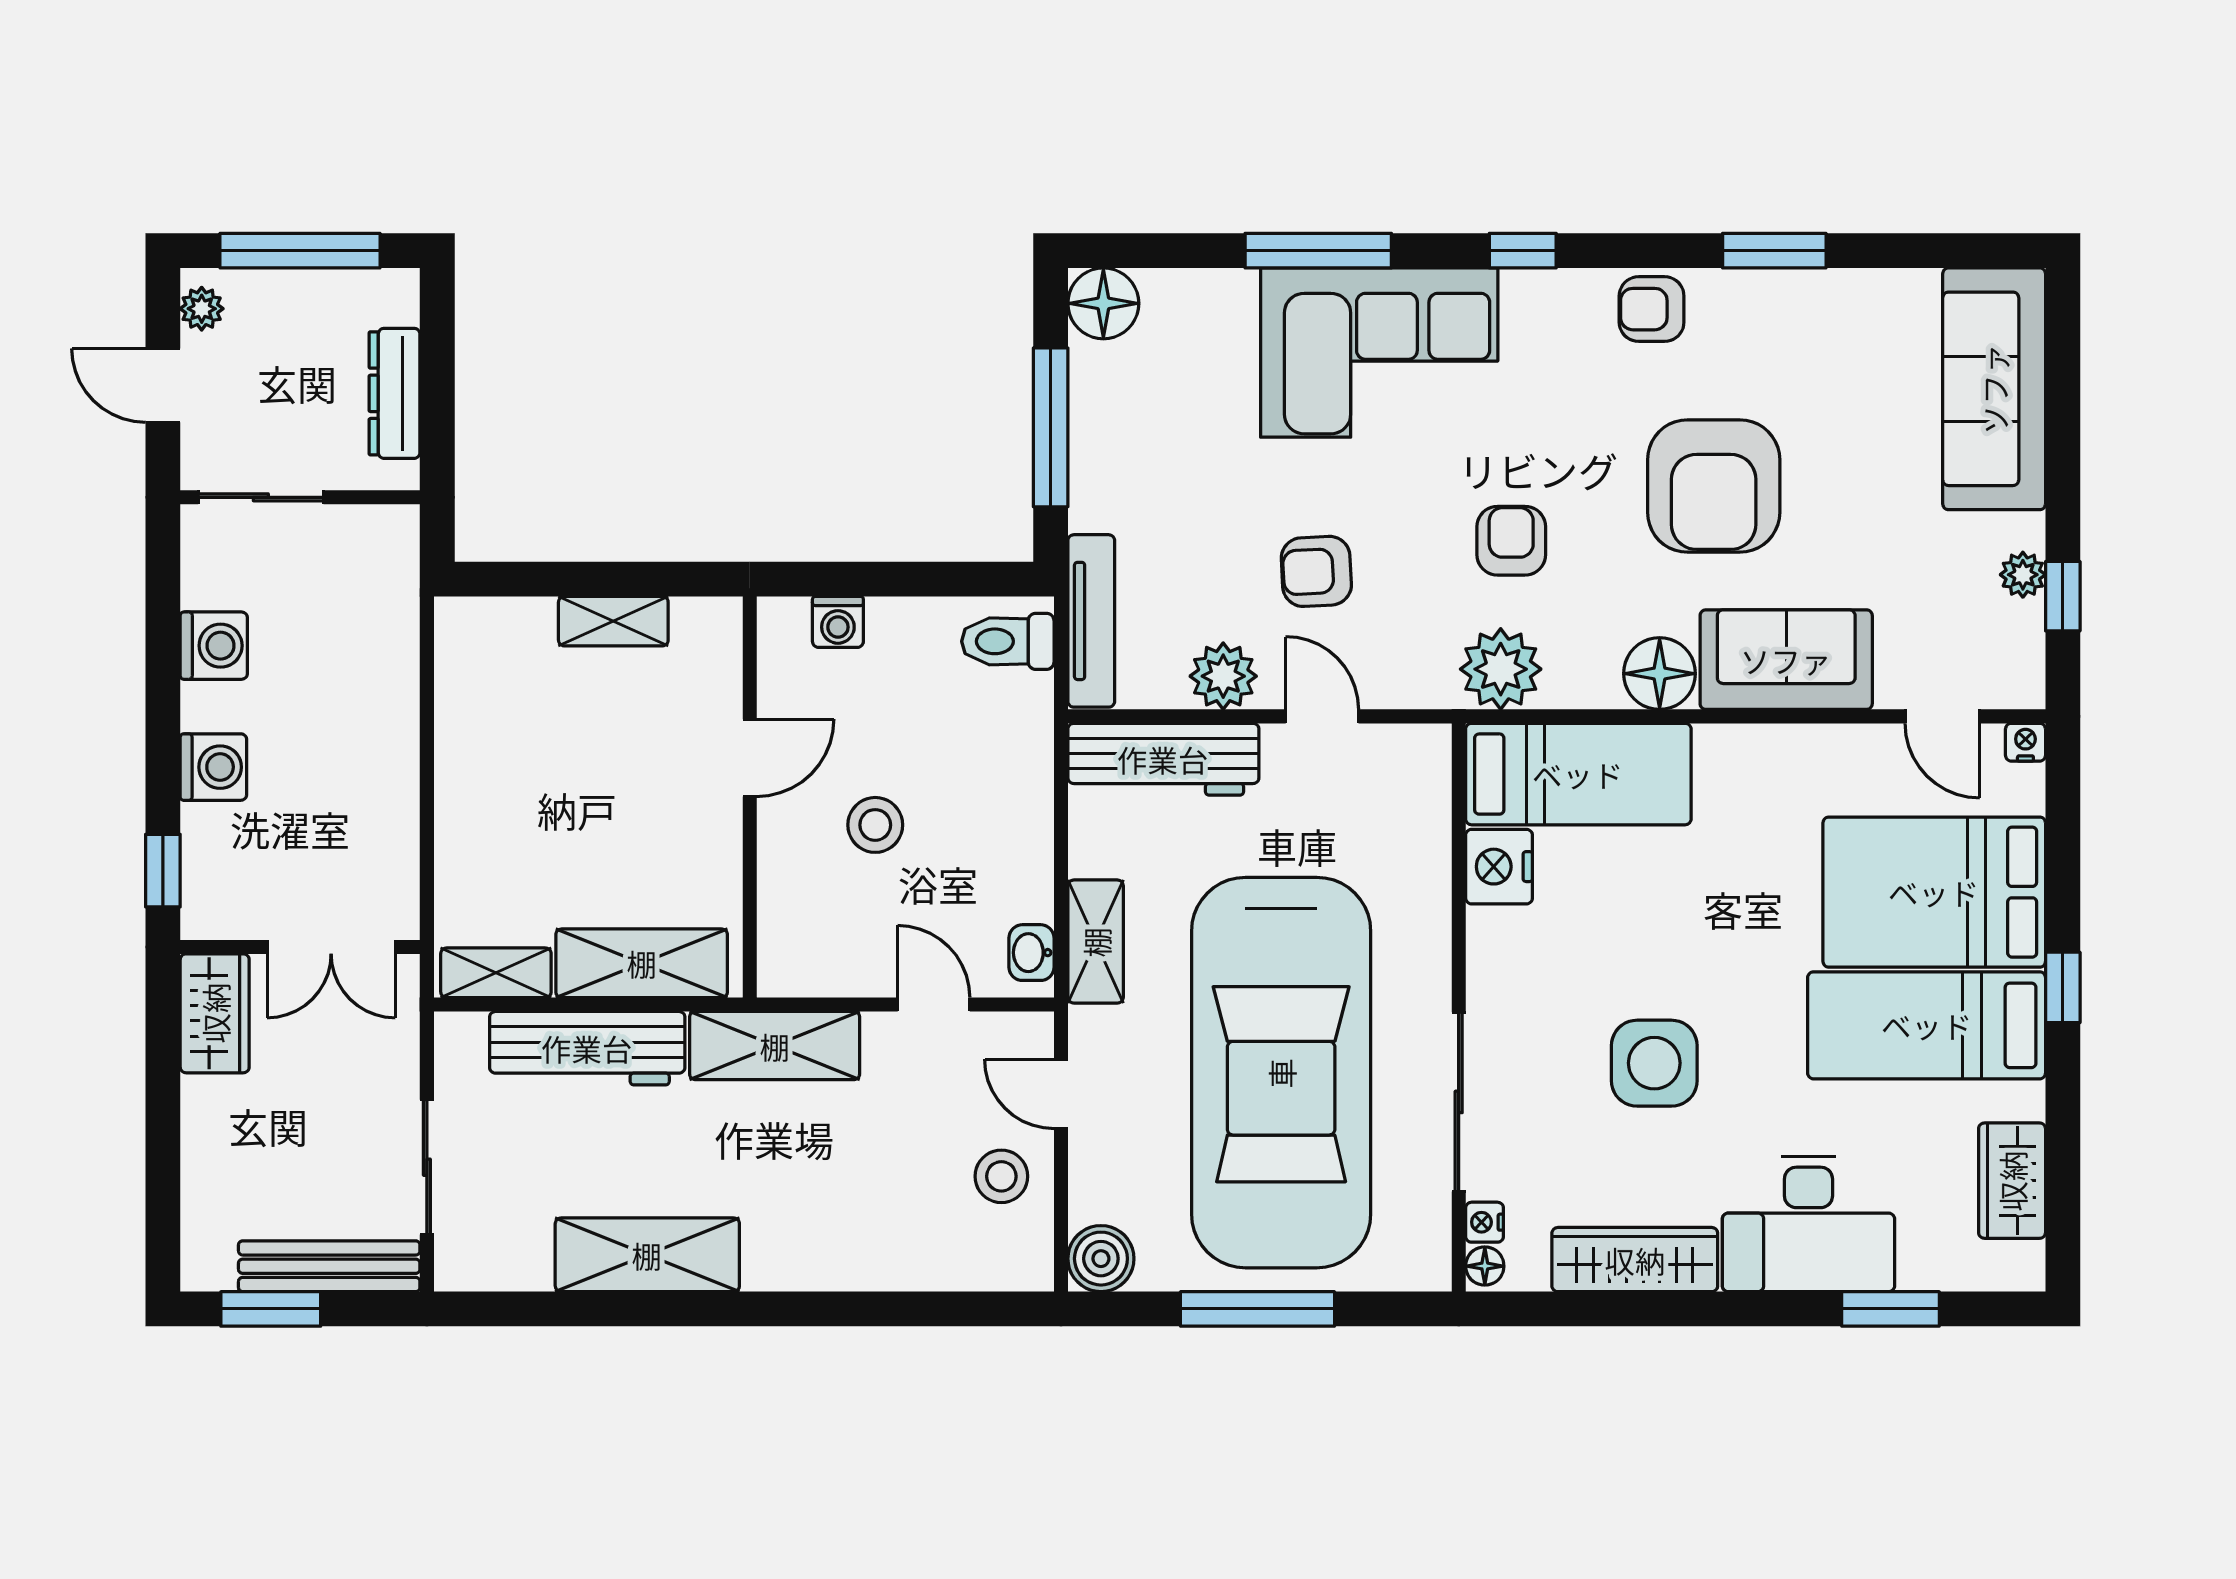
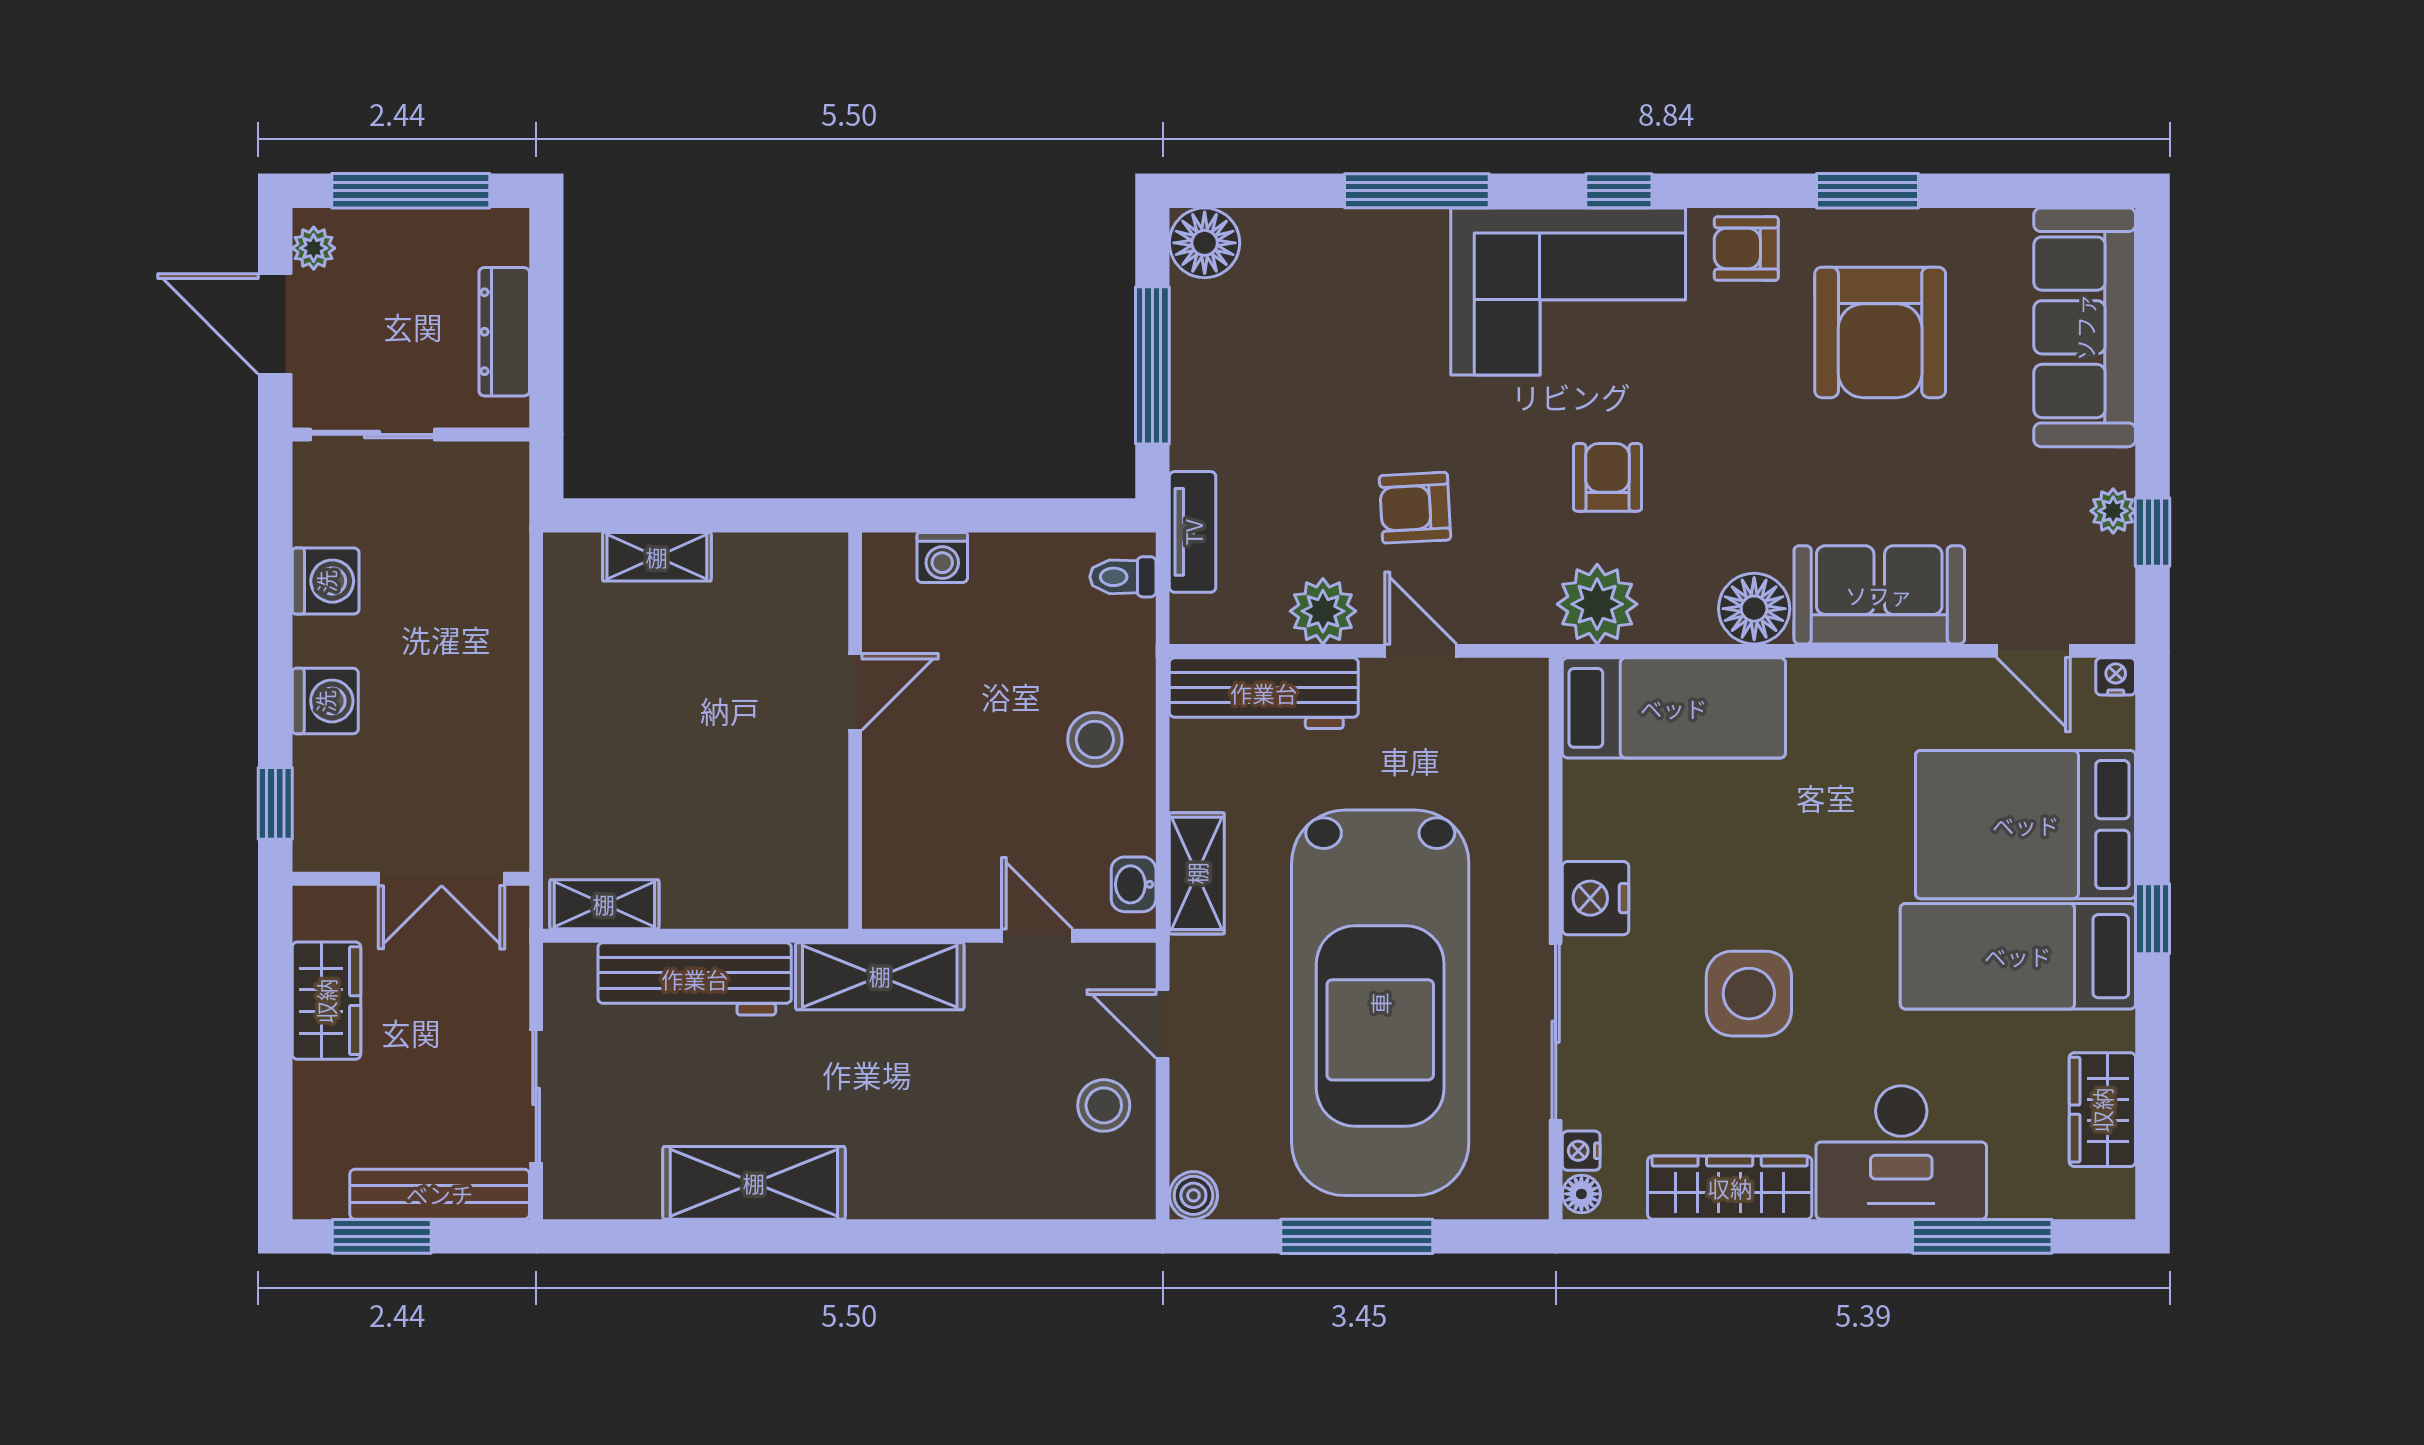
corner sofa: (1379, 353) -> (1568, 291), moved
door: (163, 385) -> (275, 324), width x1.38
armchair: (1714, 486) -> (1880, 332), moved
shelving: (613, 621) -> (657, 557), moved
tv unit: (1091, 621) -> (1193, 532), width x0.71
toilet: (1008, 641) -> (1123, 577), width x0.73, depth x0.72
stool: (875, 825) -> (1095, 740), moved
nightstand: (1499, 867) -> (1596, 898), moved
shelving: (642, 963) -> (748, 895), removed
wardrobe: (215, 1013) -> (326, 1001), moved
boiler: (1101, 1259) -> (1193, 1195), width x0.73, depth x0.73
window: (1891, 1309) -> (1982, 1236), width x1.44

